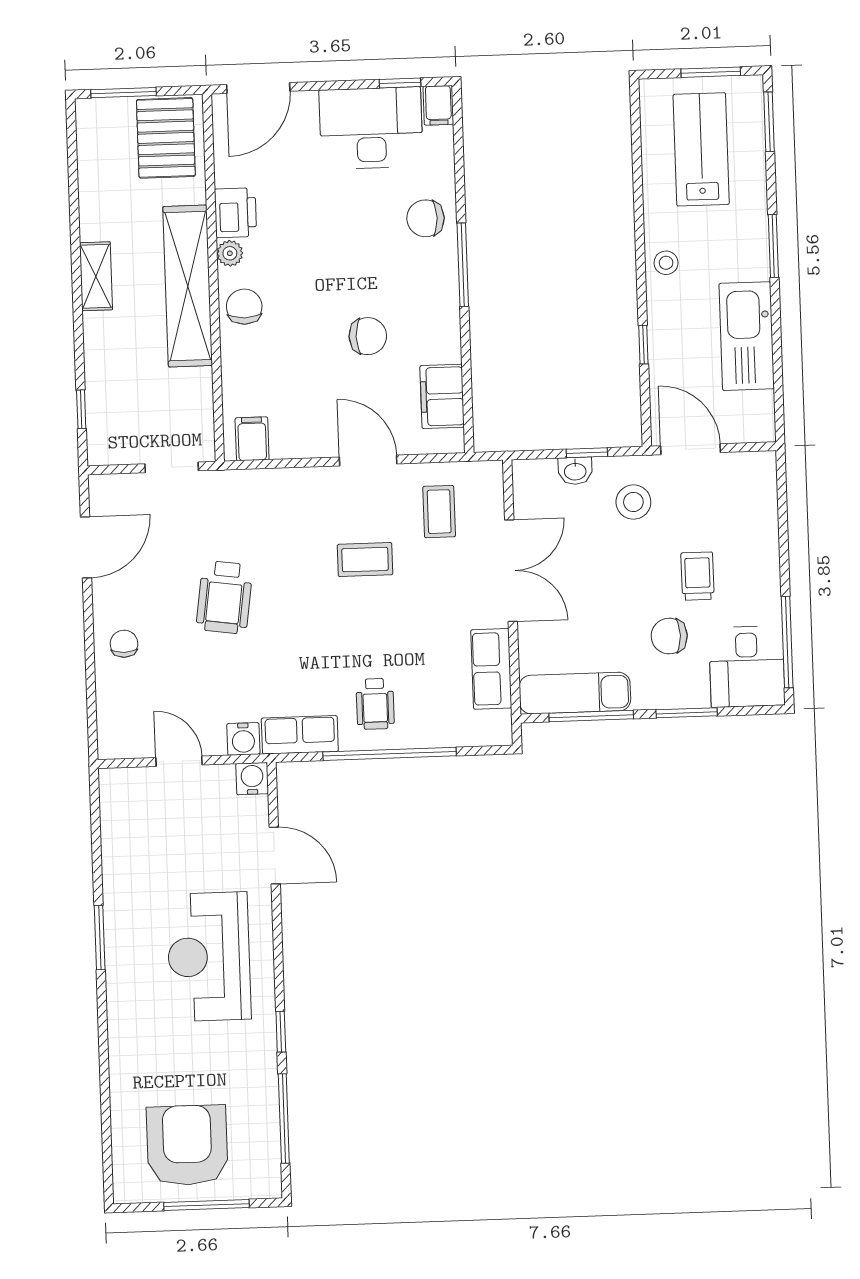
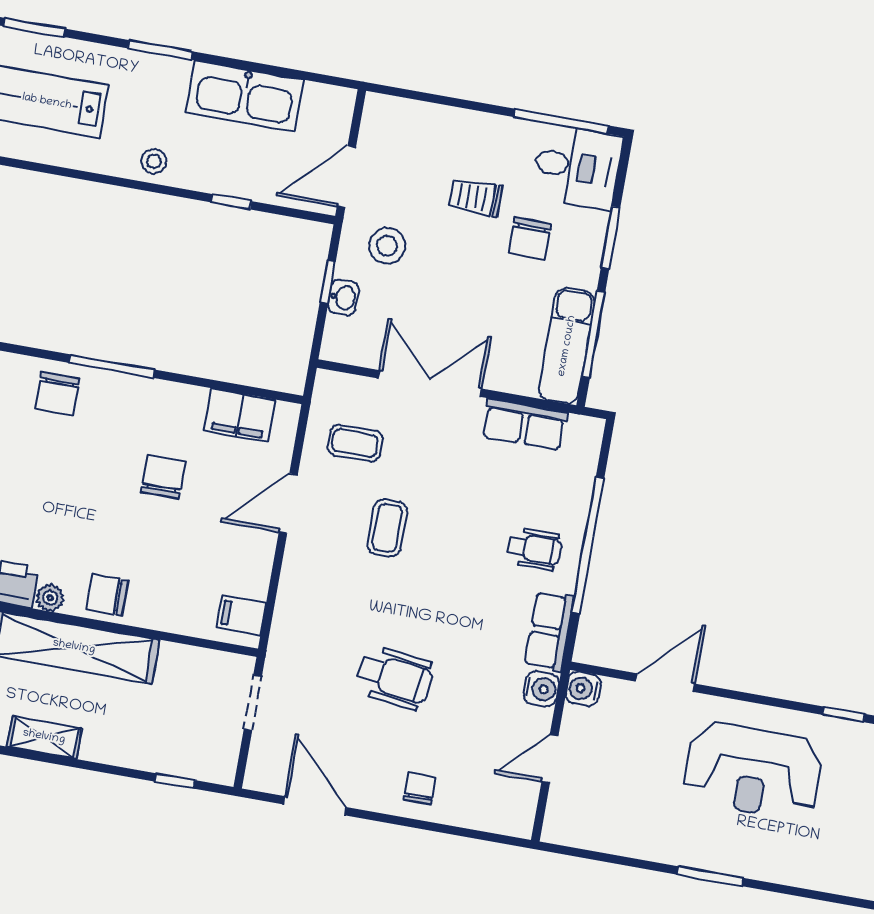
chair: (124, 644) -> (420, 788), turned 90

